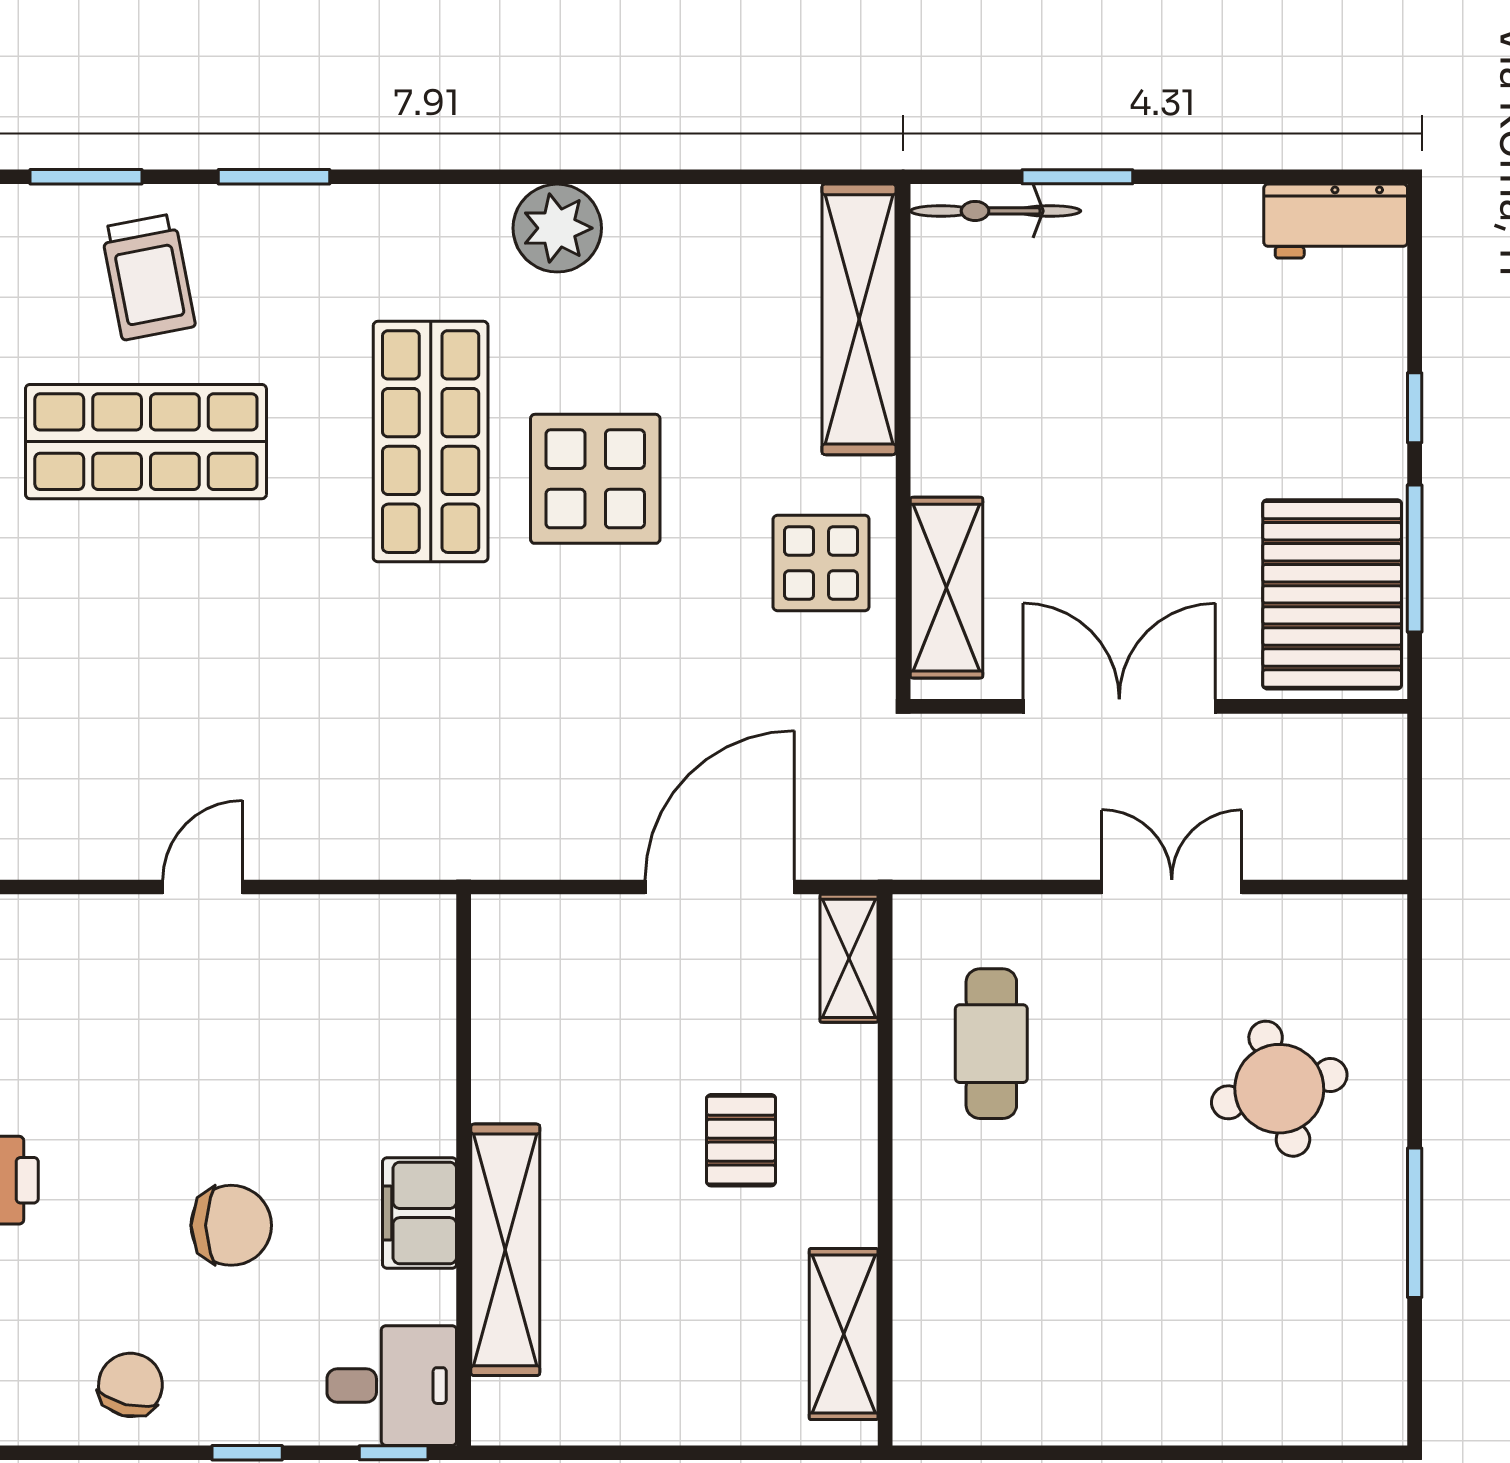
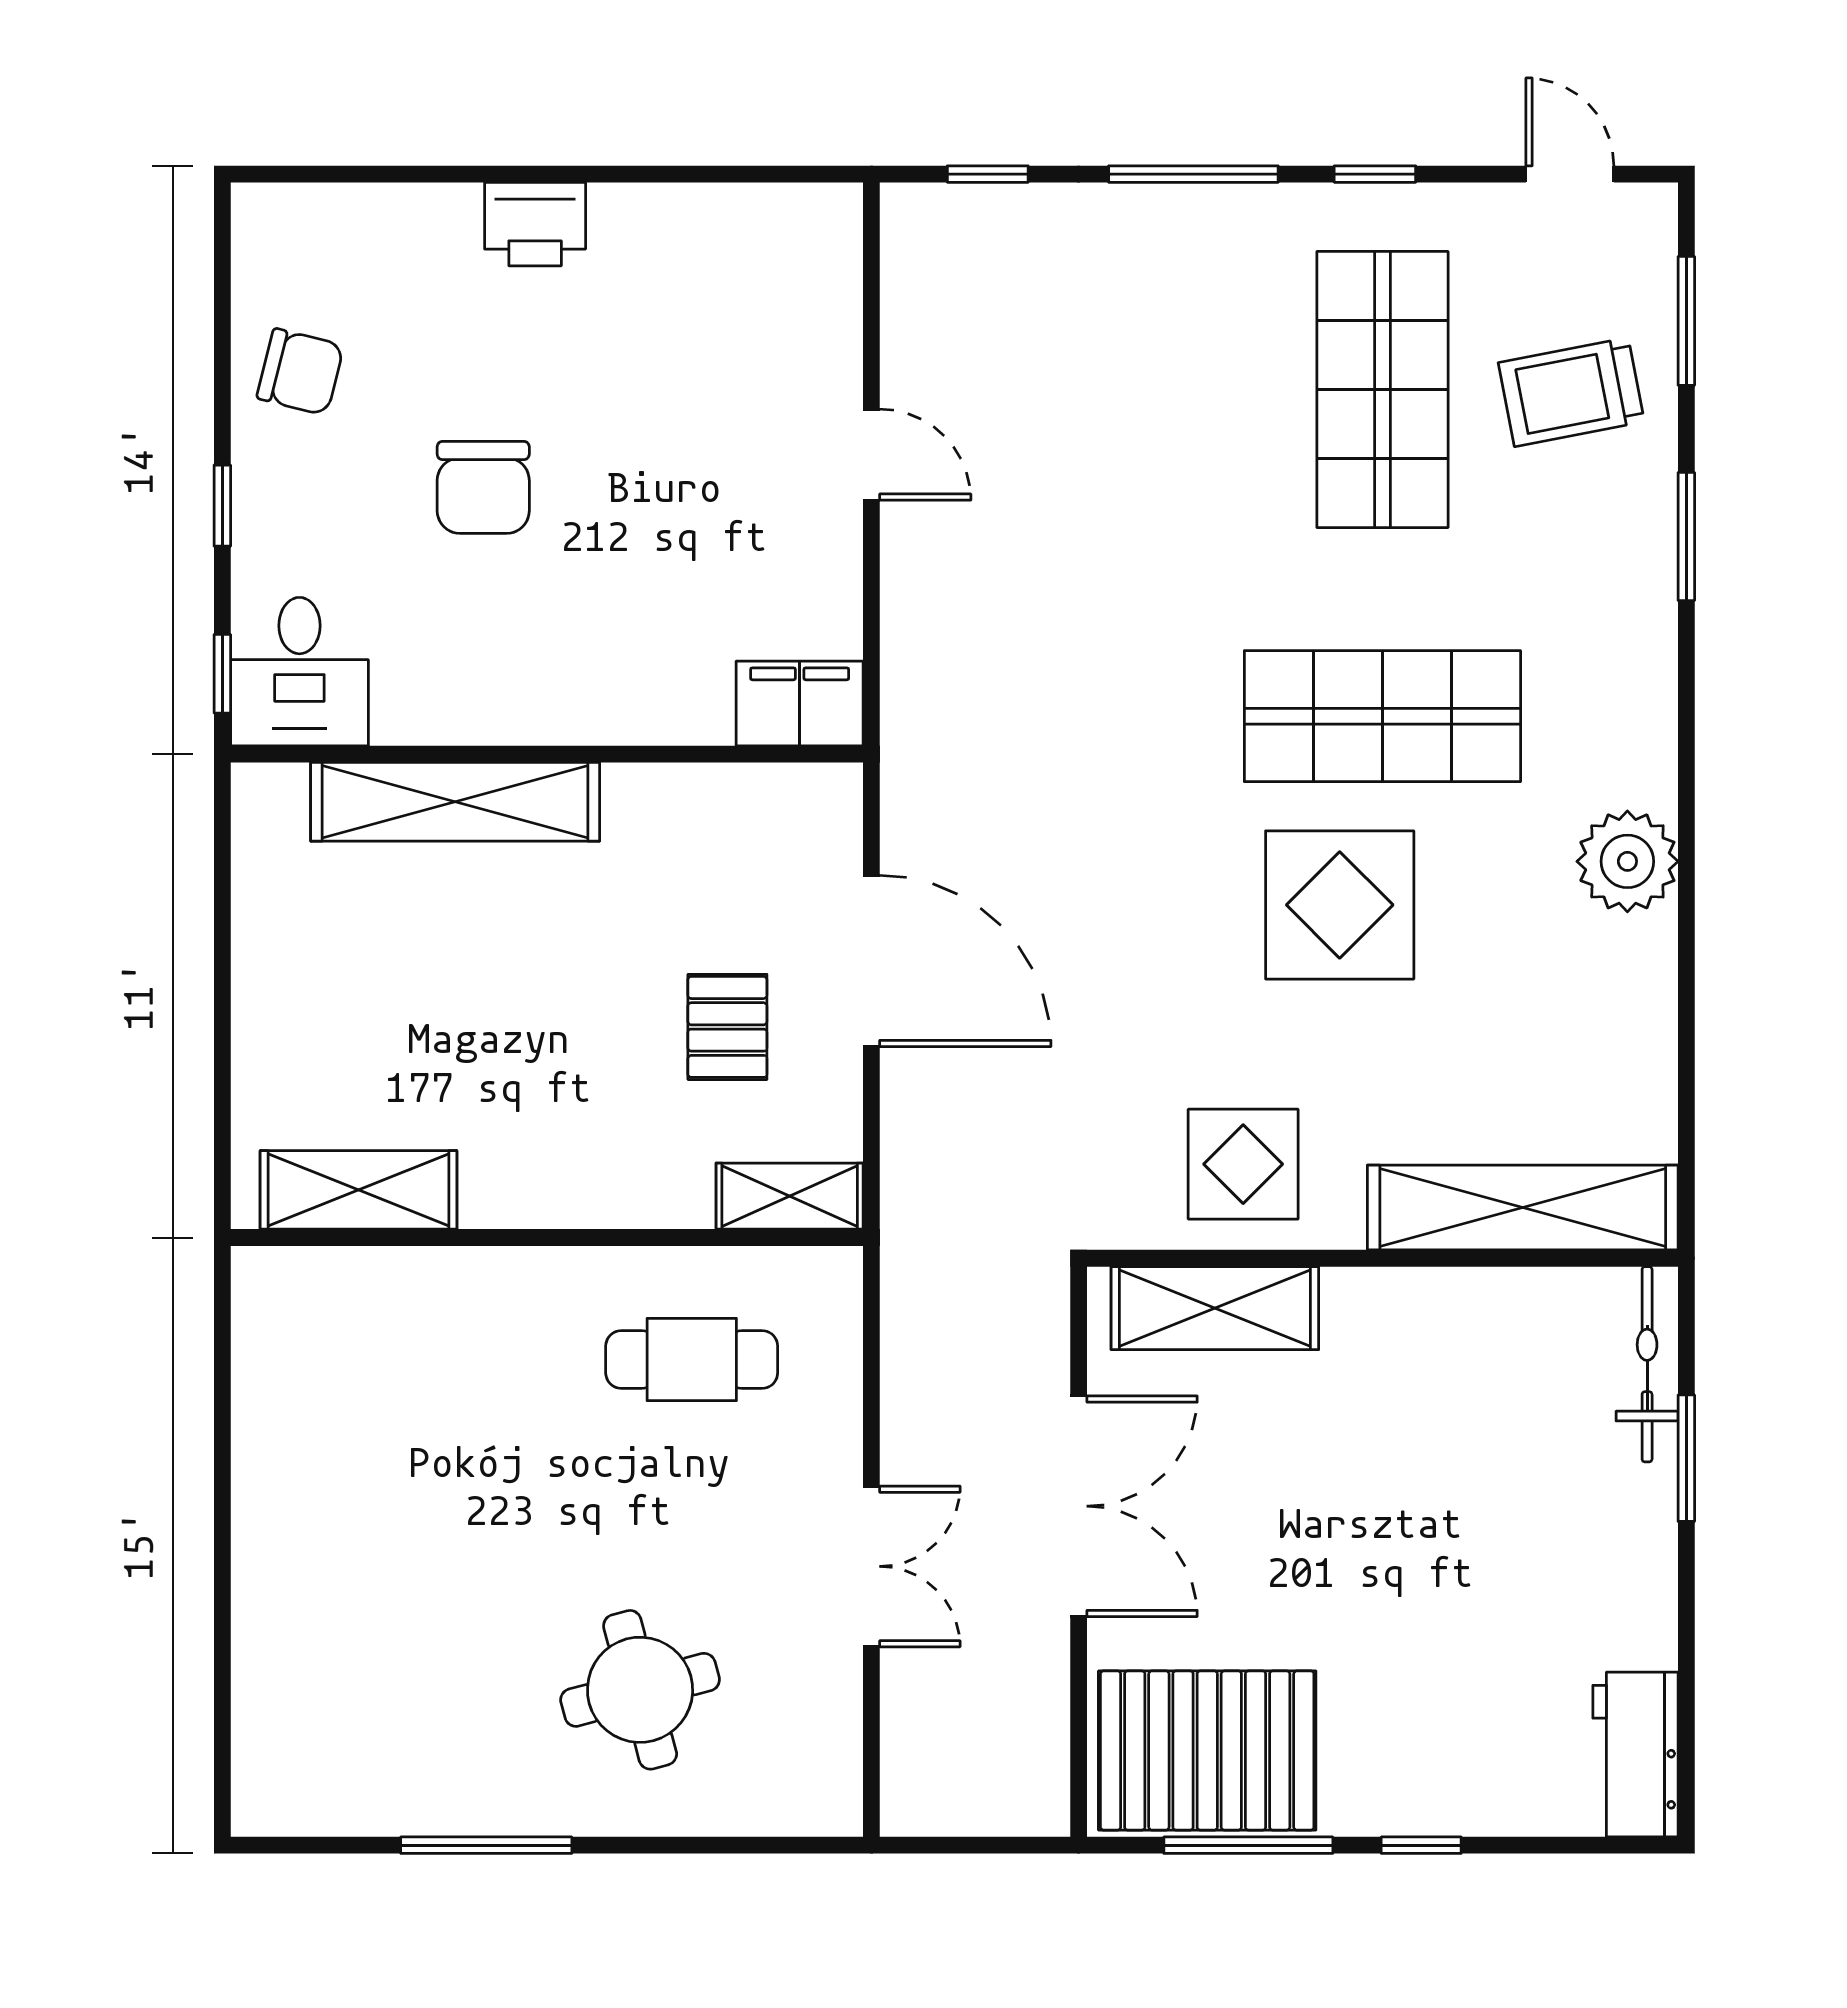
door: (720, 887) -> (871, 961), moved
pallet: (741, 1140) -> (727, 1027), moved, turned 90
filing cabinet: (420, 1213) -> (800, 703), moved

